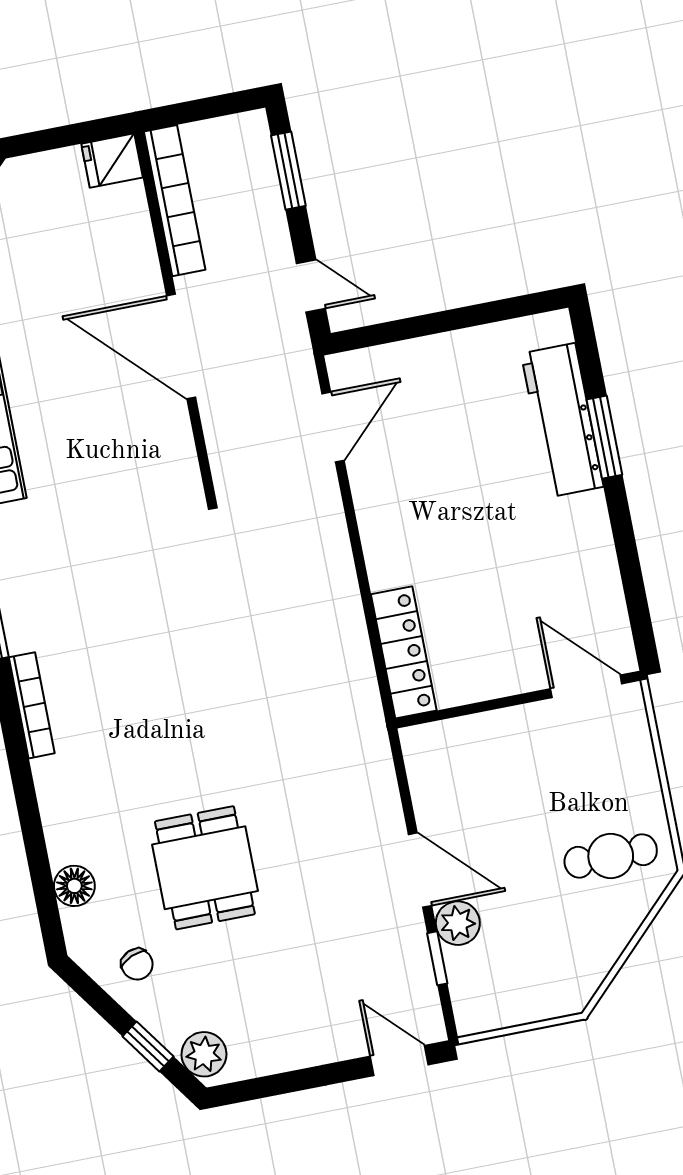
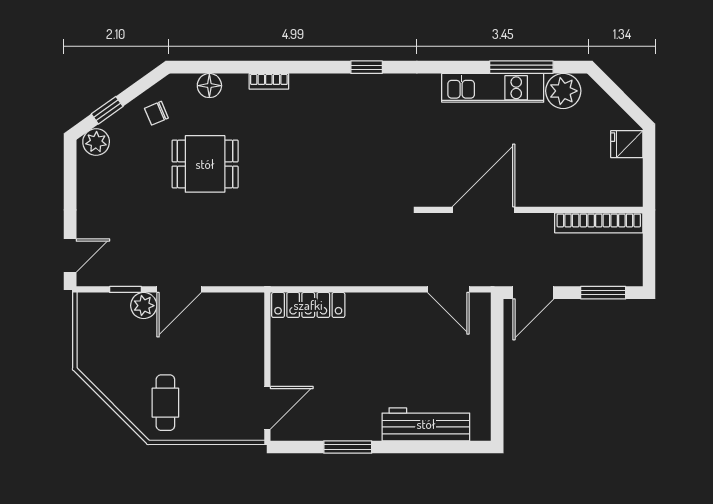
fridge: (112, 161) -> (627, 144), moved, turned -90
door: (311, 286) -> (533, 293), width x1.38
door: (181, 347) -> (483, 210), moved
window: (604, 437) -> (348, 447), moved
bookcase: (32, 705) -> (269, 81), moved, width x0.64

